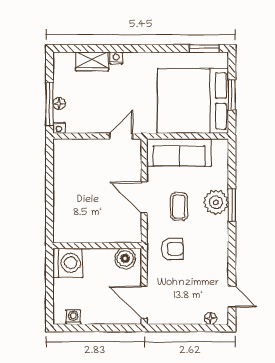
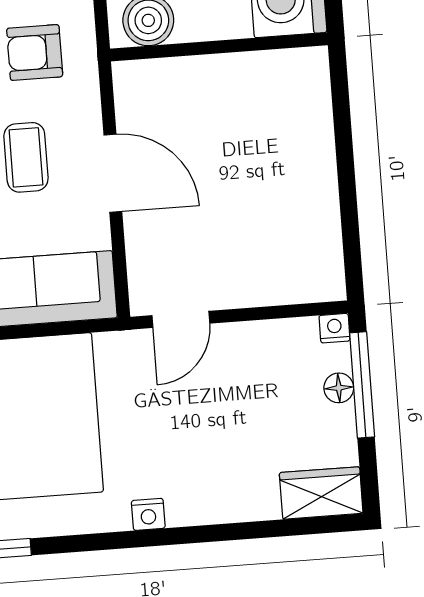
nightstand: (116, 58) -> (148, 514), moved
wardrobe: (92, 61) -> (321, 493), moved

